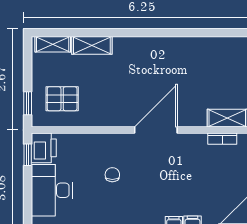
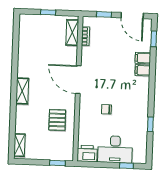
shelving: (92, 45) -> (22, 91), moved
pallet: (62, 99) -> (57, 120), moved
window: (28, 155) -> (126, 166), moved

